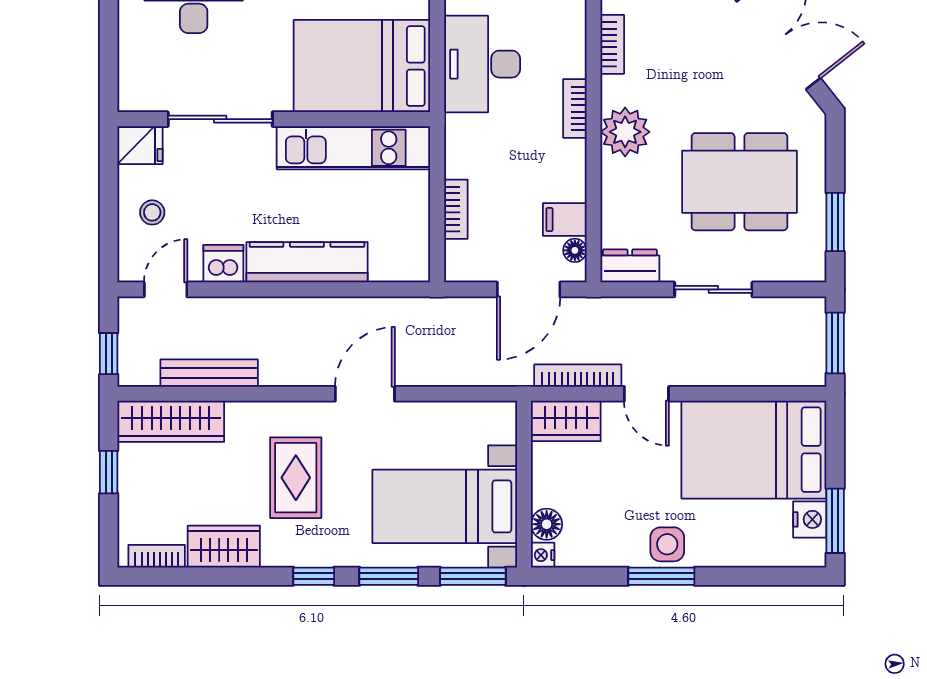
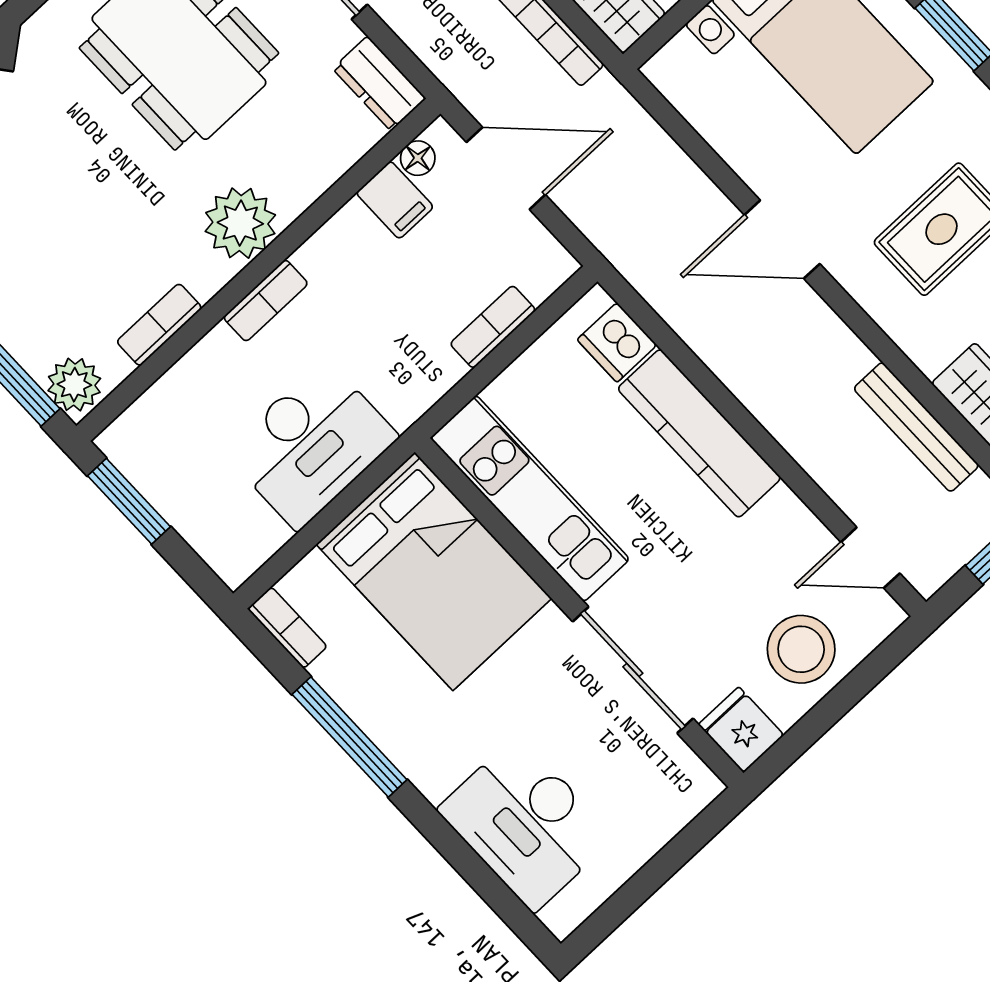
stool: (152, 212) -> (801, 649), width x1.89, depth x1.89
dishwasher: (223, 264) -> (617, 342), moved

